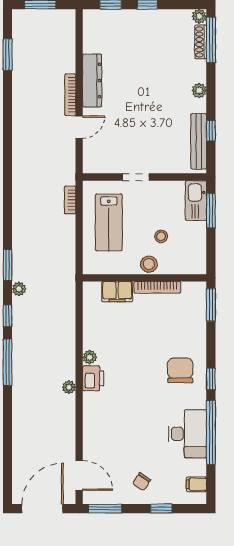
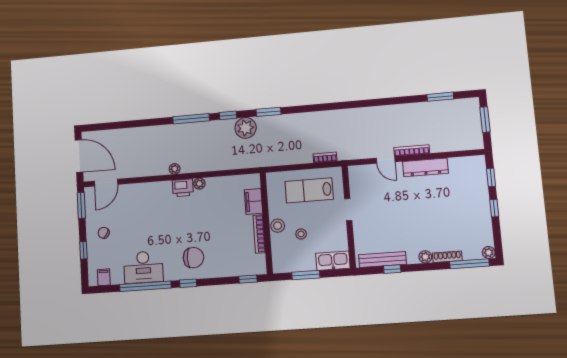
shoe rack: (201, 42) -> (447, 257), moved
window: (211, 211) -> (306, 275), moved
plant: (19, 289) -> (246, 128), width x1.88, depth x1.88
window: (211, 305) -> (248, 279), width x0.67

